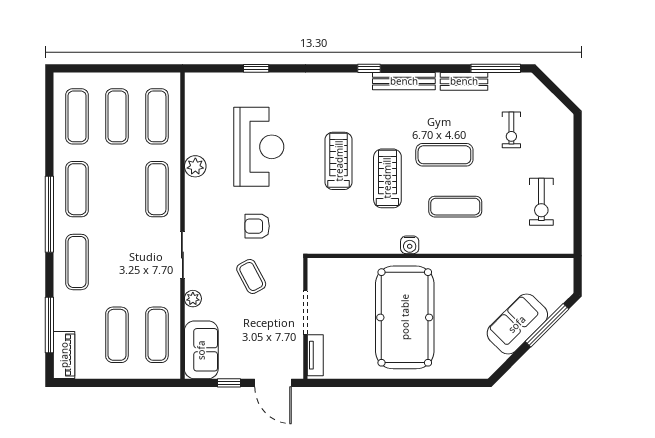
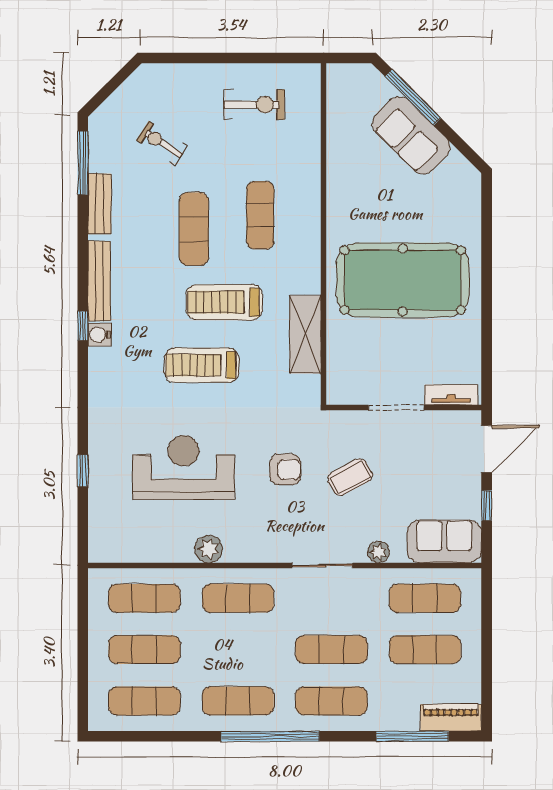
exercise bike: (511, 130) -> (162, 143), turned -147
armchair: (257, 226) -> (285, 469), turned -90
shelving: (362, 242) -> (305, 334), added
water cooler: (410, 245) -> (99, 335), moved, turned 180
exercise mat: (117, 262) -> (331, 650), added

